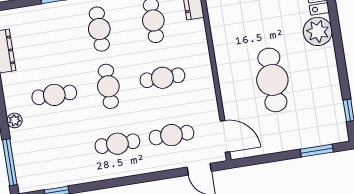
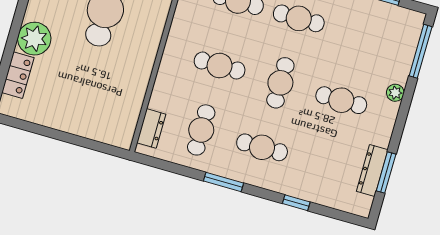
cafe table: (99, 29) -> (262, 147), turned 90

